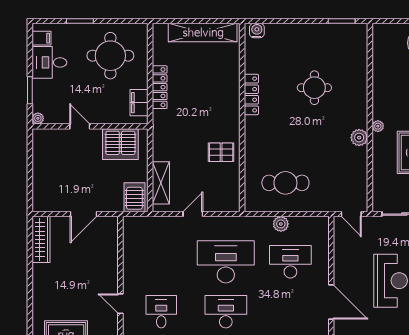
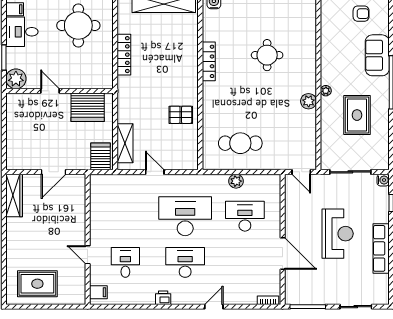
filing cabinet: (139, 103) -> (105, 69), removed
plant: (38, 118) -> (16, 79), width x1.88, depth x1.88
door: (193, 214) -> (155, 172), hinge flipped

